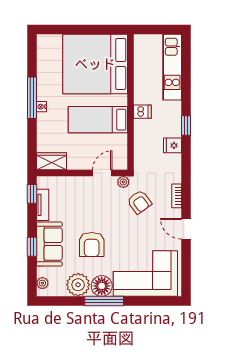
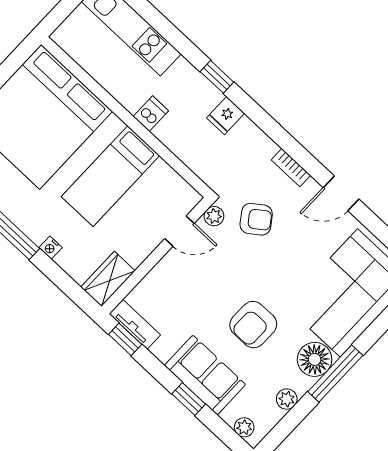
nightstand: (41, 107) -> (50, 248), moved
door: (102, 173) -> (180, 231), swing flipped
tv unit: (43, 205) -> (135, 324), moved
armchair: (92, 244) -> (253, 325), turned 90
plant: (78, 285) -> (287, 399), width x0.53, depth x0.53

